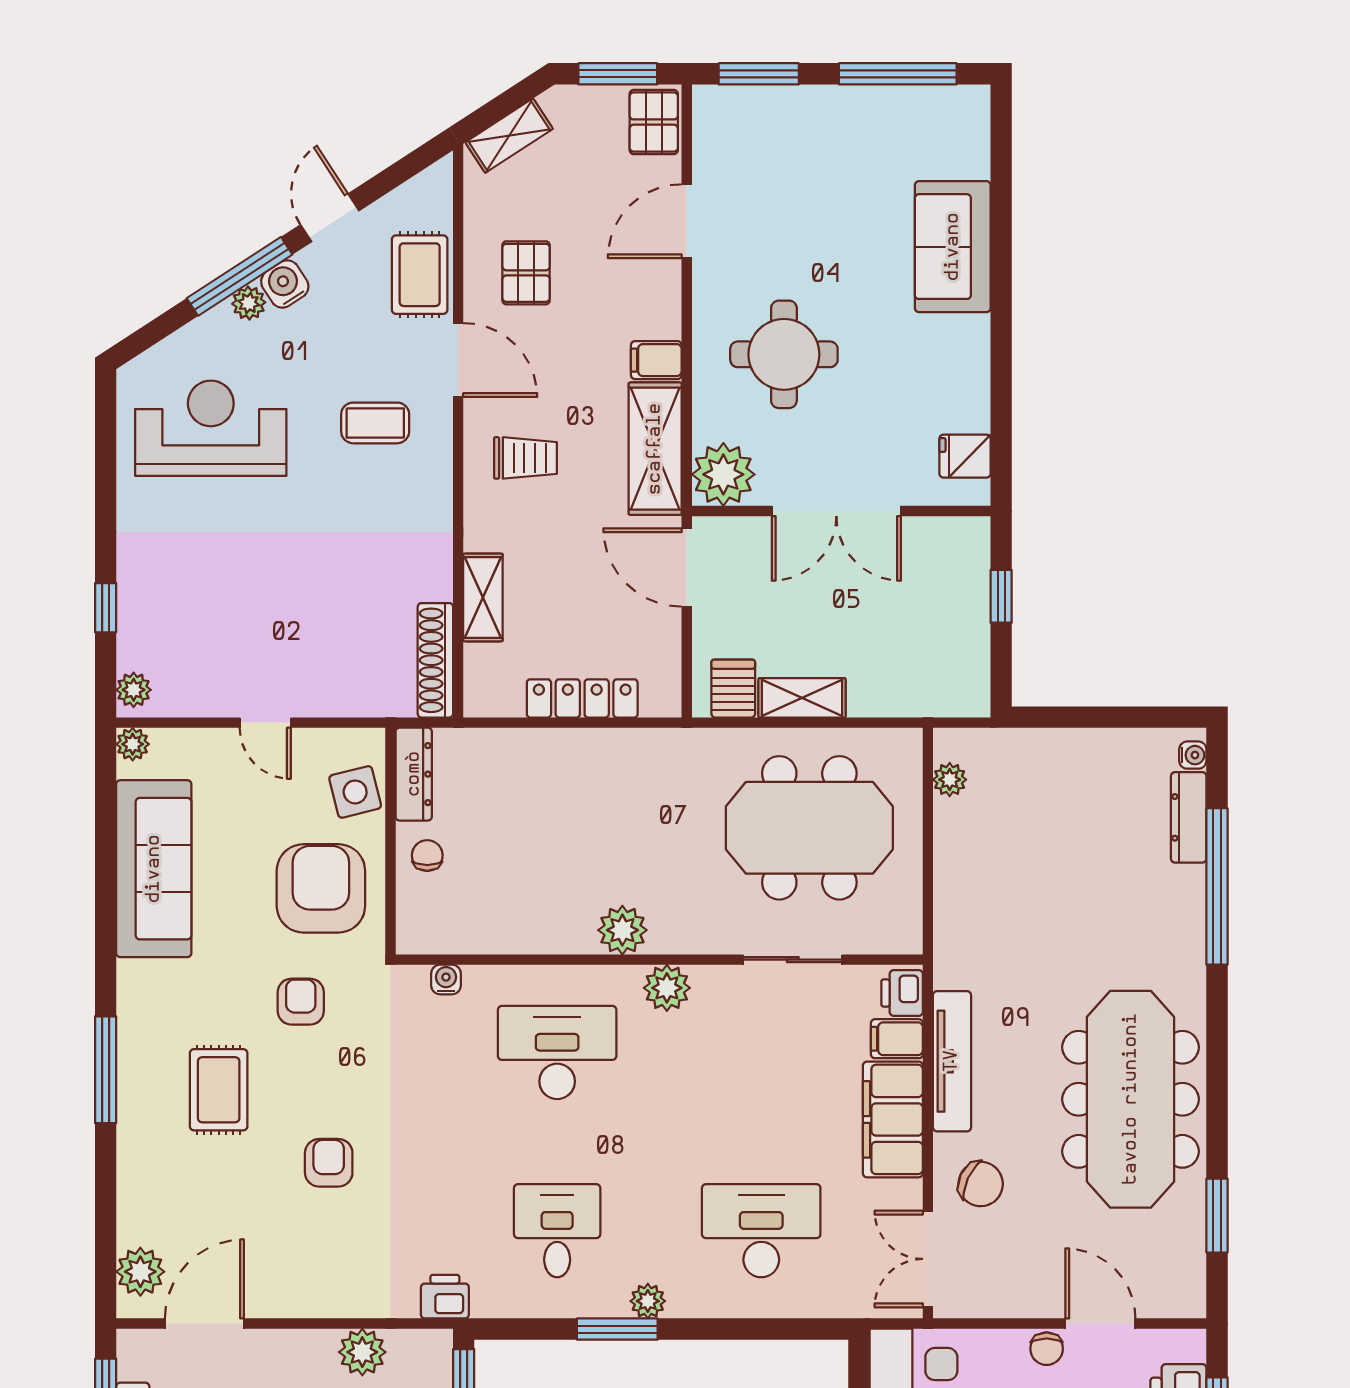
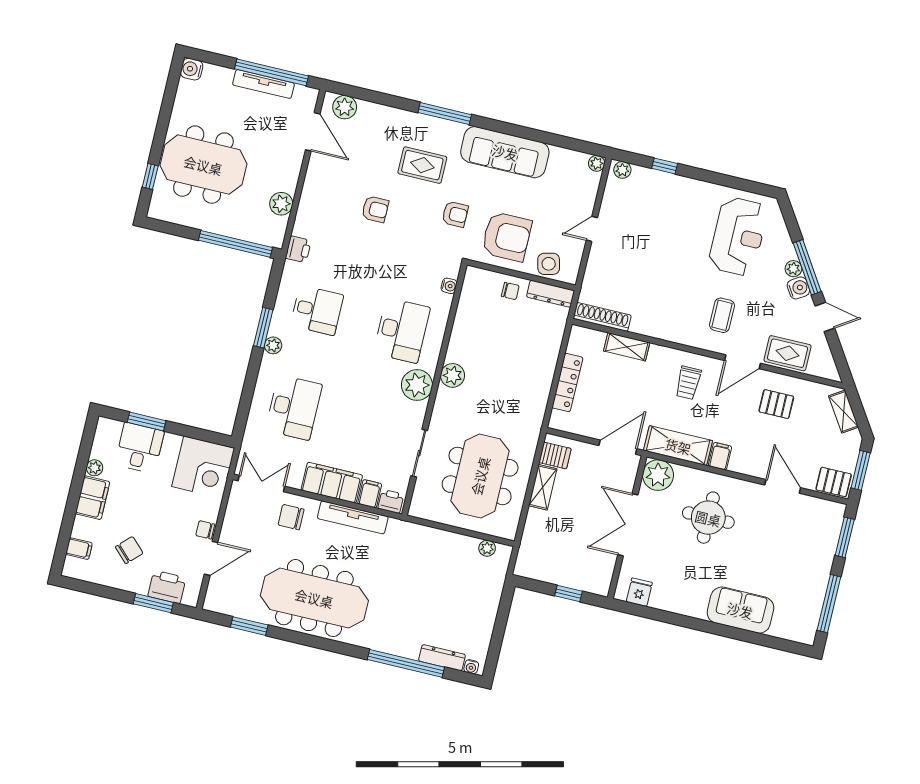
sofa: (154, 869) -> (505, 152), moved
plant: (667, 988) -> (417, 385), width x1.36, depth x1.36
chair: (981, 1184) -> (291, 517), turned 65

